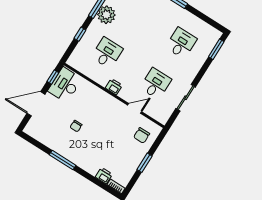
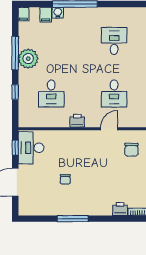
desk: (107, 53) -> (51, 93), turned 180
desk: (156, 84) -> (114, 93), turned 180

